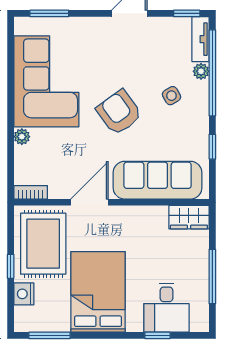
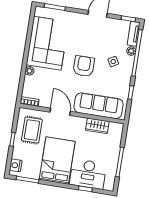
armchair: (119, 112) -> (84, 66), turned 36
door: (89, 202) -> (60, 112), hinge flipped
wardrobe: (189, 217) -> (97, 126), moved
rug: (43, 244) -> (32, 130), width x0.73, depth x0.70
nightstand: (24, 294) -> (16, 165), moved
desk: (166, 308) -> (88, 174), width x1.37

